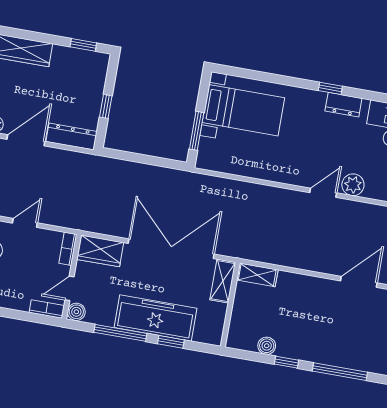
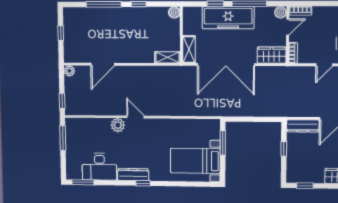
dresser: (343, 105) -> (133, 174), width x1.44
door: (323, 193) -> (135, 117), swing flipped
boiler: (267, 346) -> (174, 12), moved

